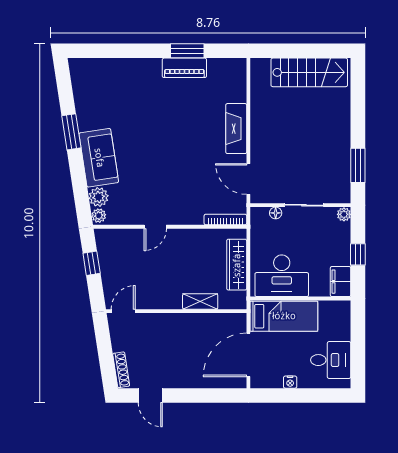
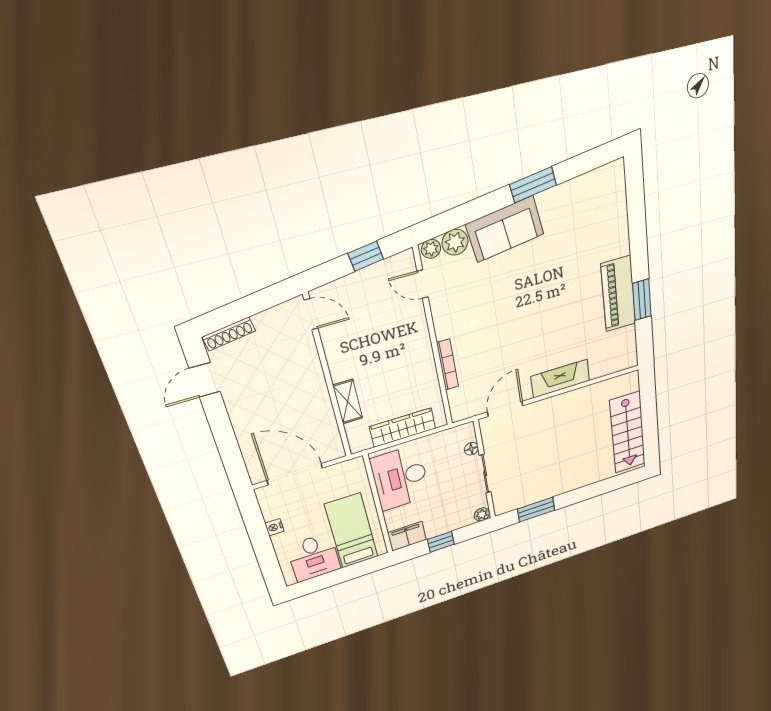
piano: (184, 68) -> (618, 294), width x1.37, depth x1.33
bookcase: (225, 219) -> (448, 365), moved
door: (155, 227) -> (423, 284), moved
bed: (284, 316) -> (351, 531), moved, turned 180

